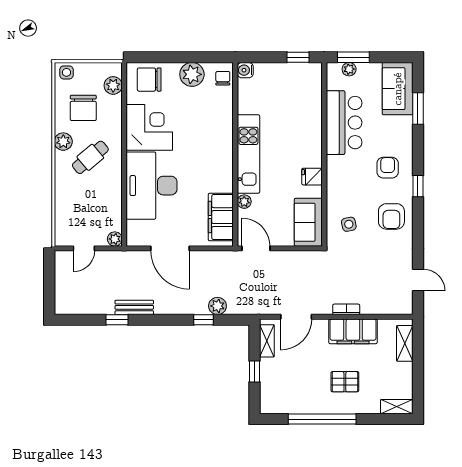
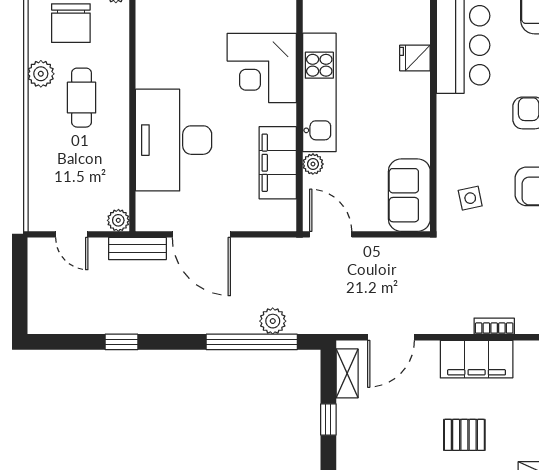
corner desk: (149, 127) -> (262, 68), moved, turned 180
cafe table: (90, 157) -> (82, 98), turned -50
fridge: (312, 177) -> (415, 58), moved
filing cabinet: (221, 217) -> (278, 163), moved
door: (84, 248) -> (72, 234), hinge flipped
bench: (134, 307) -> (137, 249), moved
bookcase: (346, 309) -> (494, 326), moved
window: (204, 320) -> (252, 342), width x3.17

